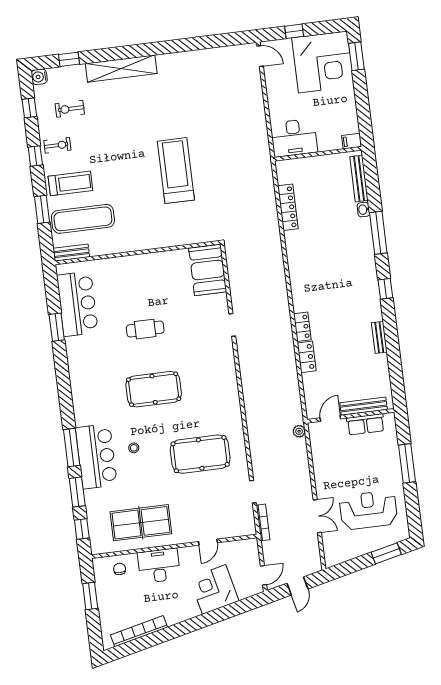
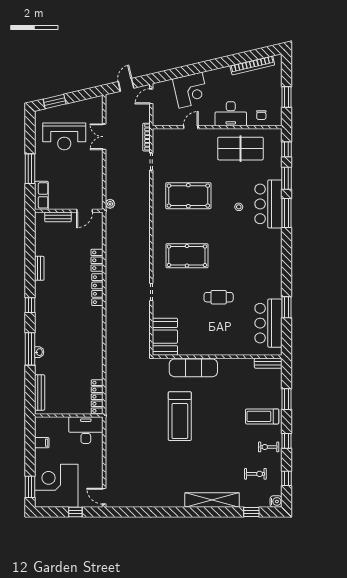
filing cabinet: (352, 141) -> (42, 443), moved
locker: (288, 207) -> (97, 397), moved
washbasin: (363, 210) -> (39, 352), moved
exercise mat: (83, 219) -> (193, 368), moved
locker: (302, 327) -> (97, 290), width x1.53
pool table: (154, 389) -> (187, 256), moved
bench: (364, 406) -> (58, 217), width x0.73
row of seats: (366, 424) -> (41, 195), moved, turned 90

